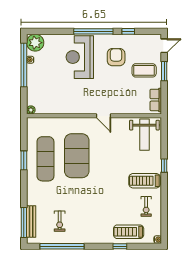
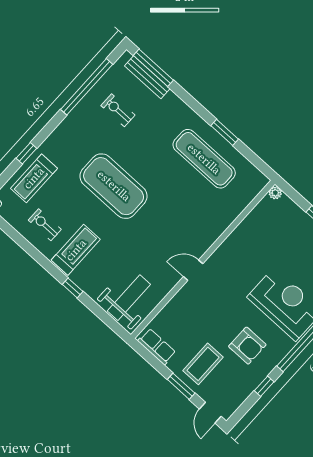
weight bench: (144, 135) -> (129, 298), turned 90
exercise mat: (77, 156) -> (114, 186), moved
treadmill: (129, 232) -> (34, 178), turned 180

